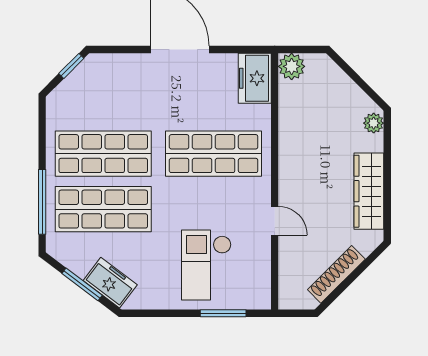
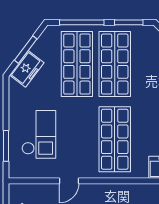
window: (42, 133) -> (129, 22), added
checkout: (206, 265) -> (39, 134), turned 90

